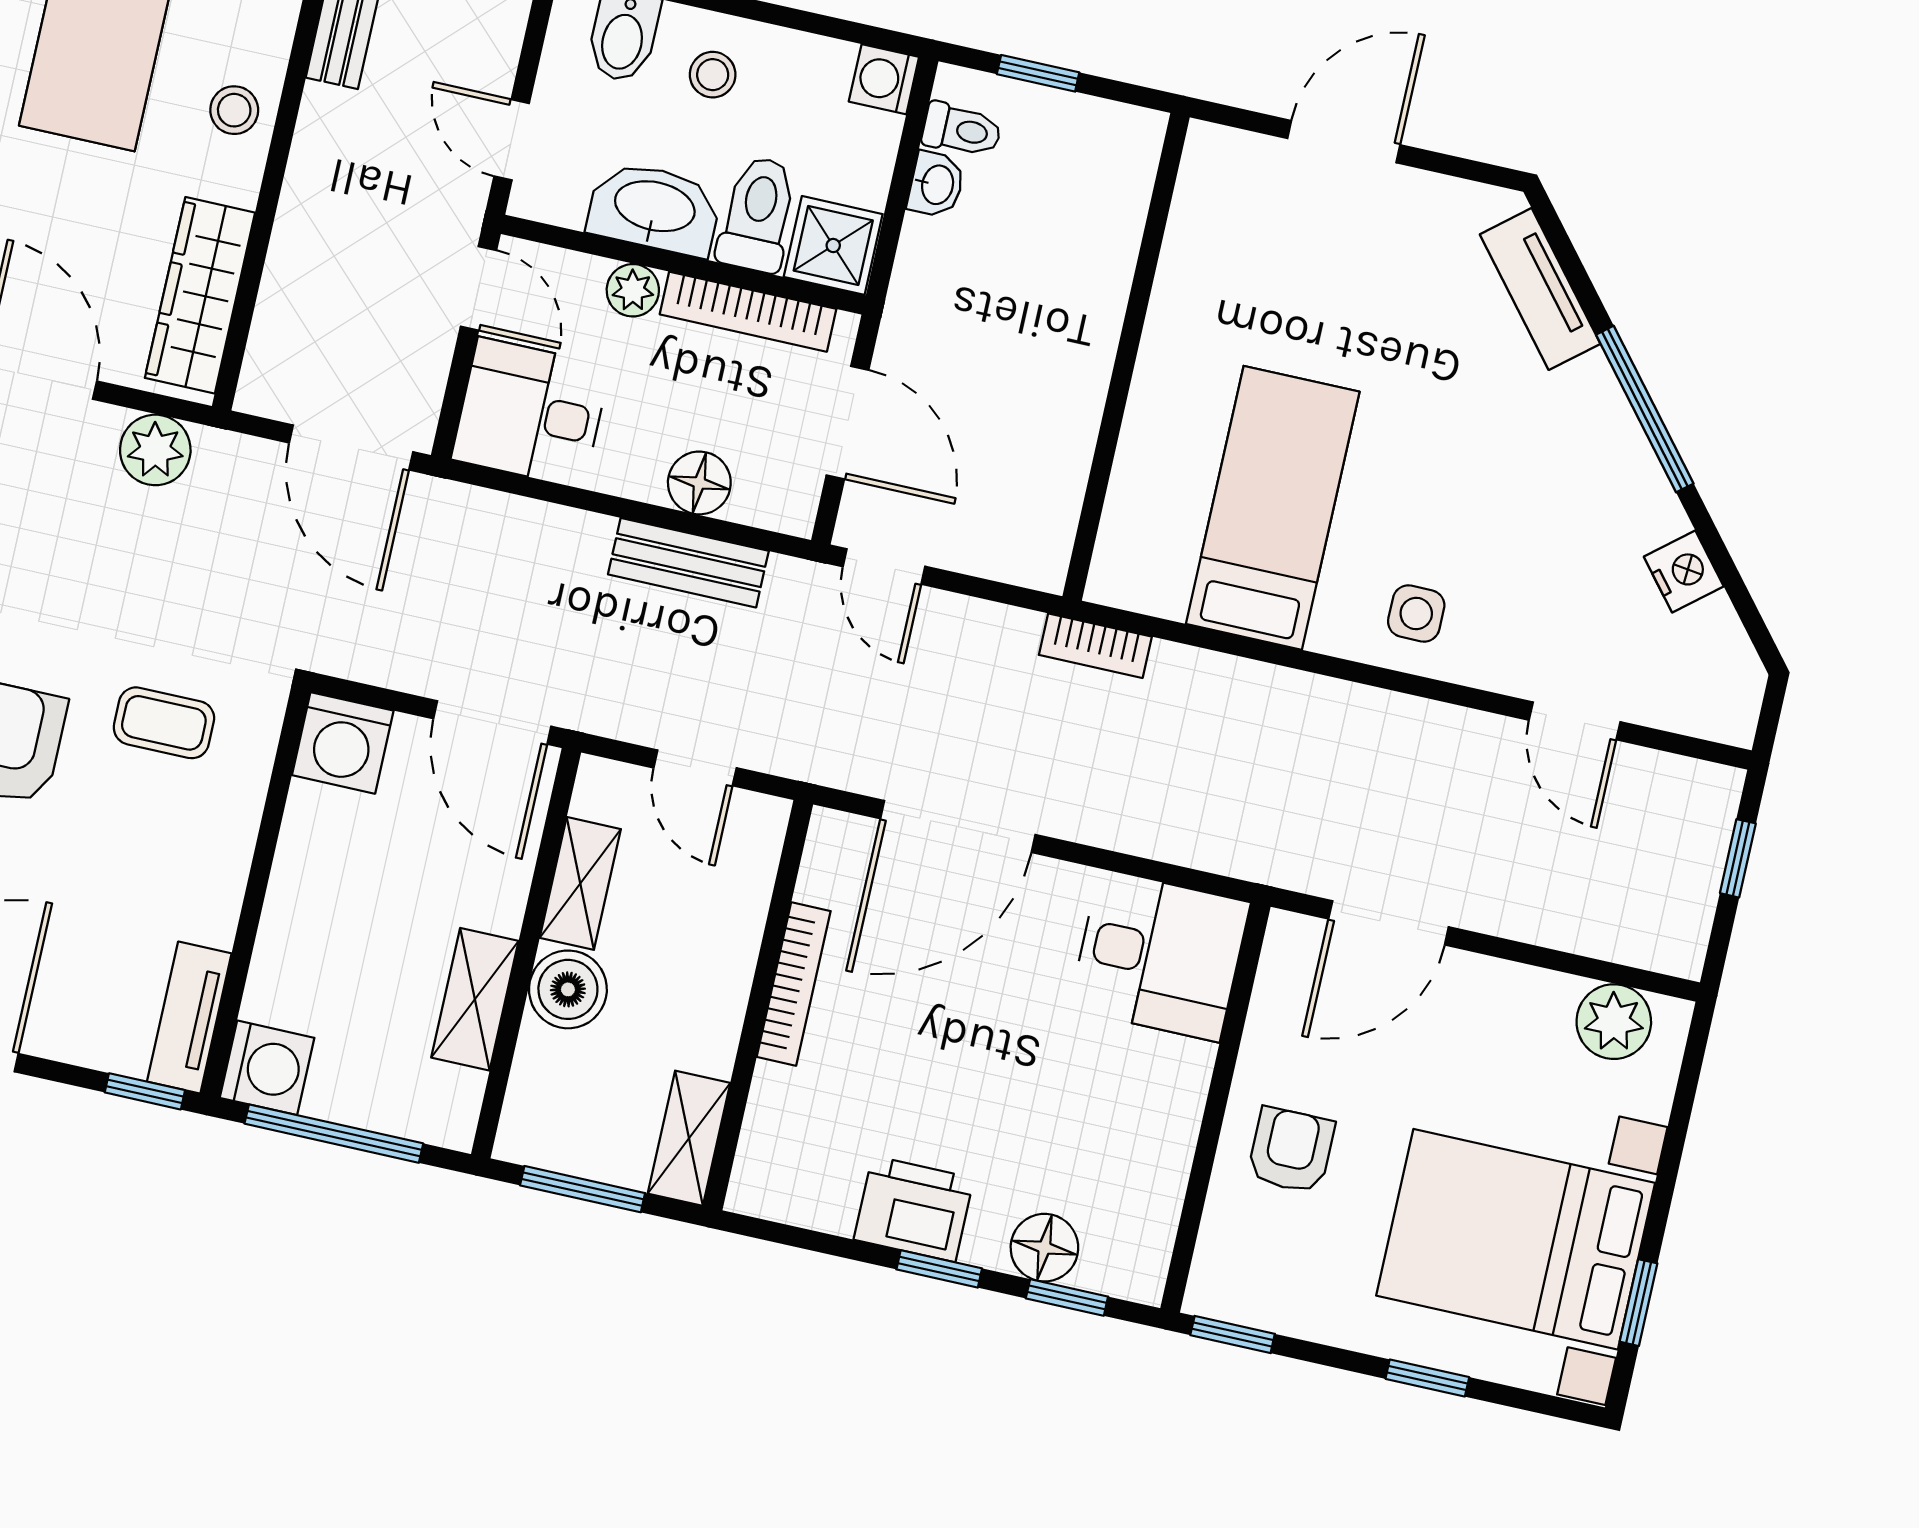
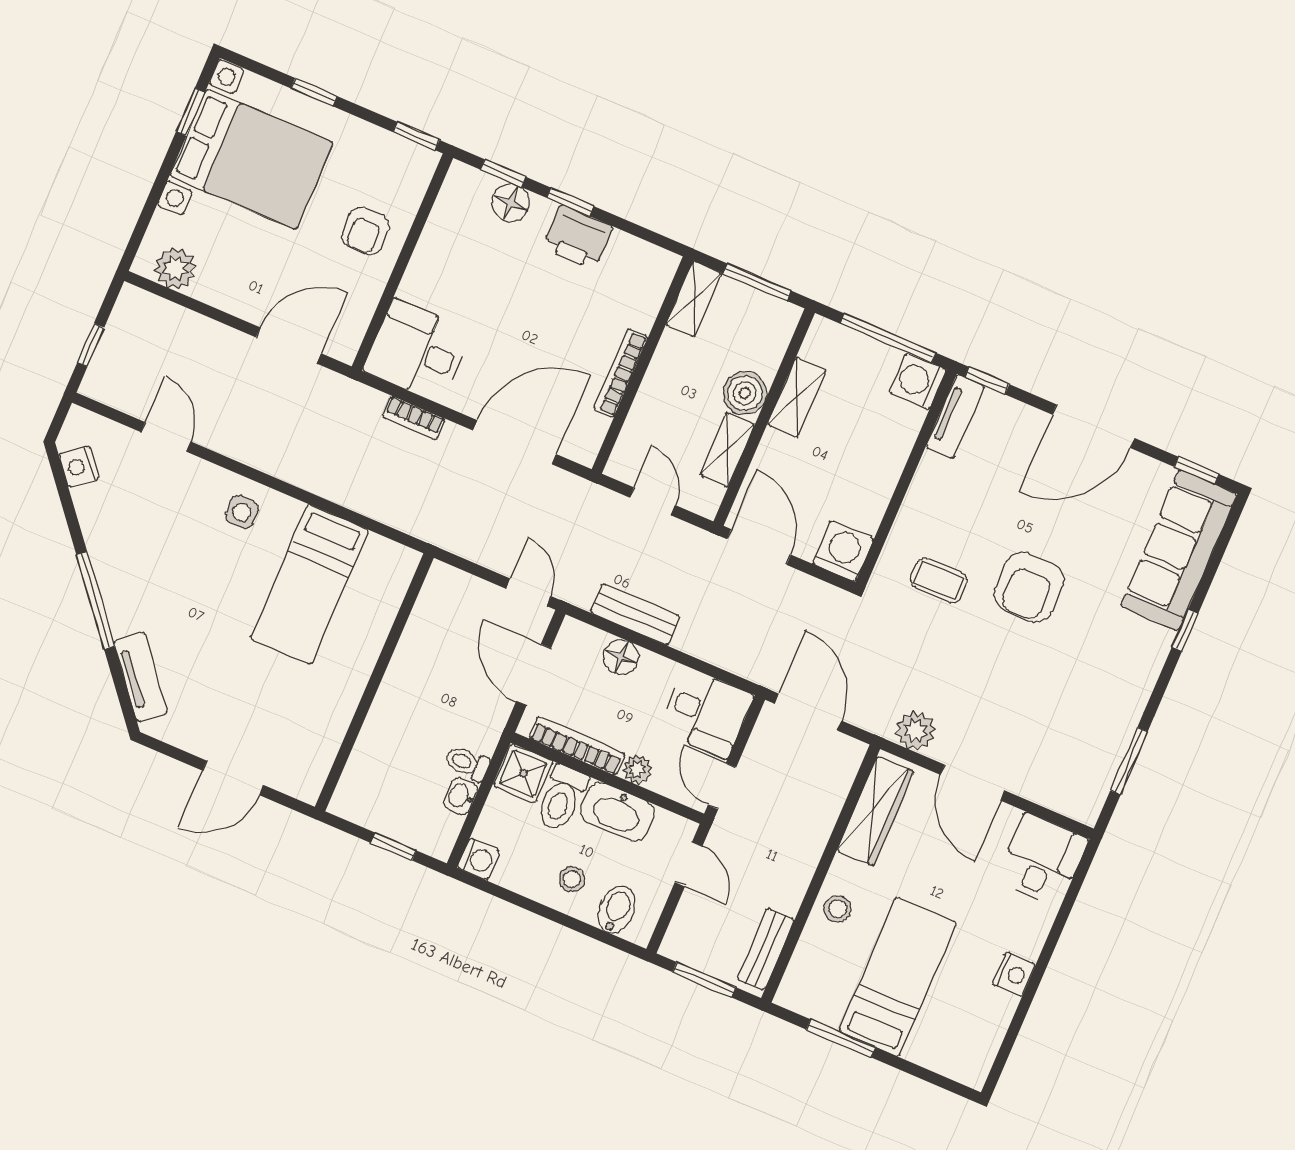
toilet: (962, 130) -> (467, 763), moved
nightstand: (1684, 572) -> (79, 467), moved
bookcase: (1095, 646) -> (414, 418), moved, turned 180

